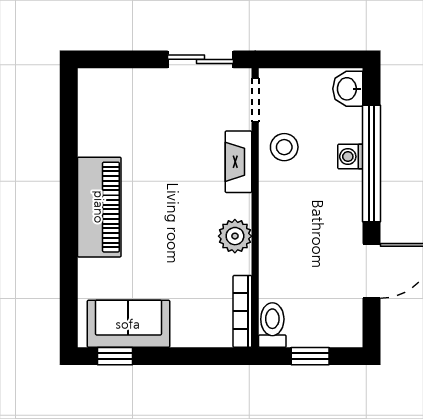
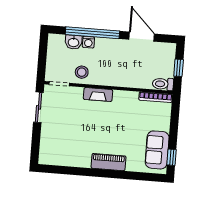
washbasin: (348, 89) -> (73, 42), moved
fireplace: (239, 162) -> (98, 95), moved
piano: (99, 207) -> (108, 162), width x0.73, depth x0.75
plant: (235, 236) -> (121, 98), removed

